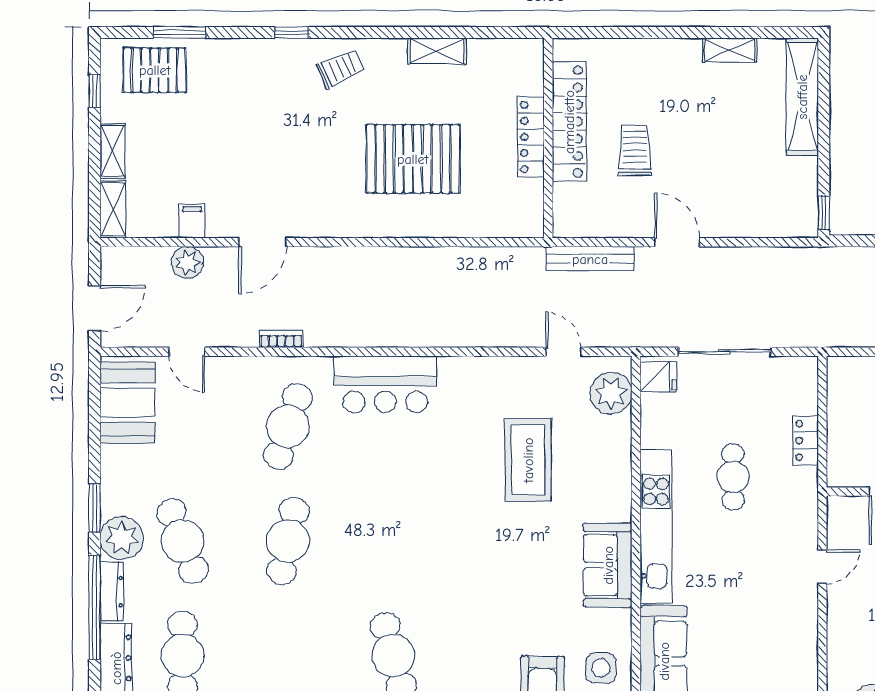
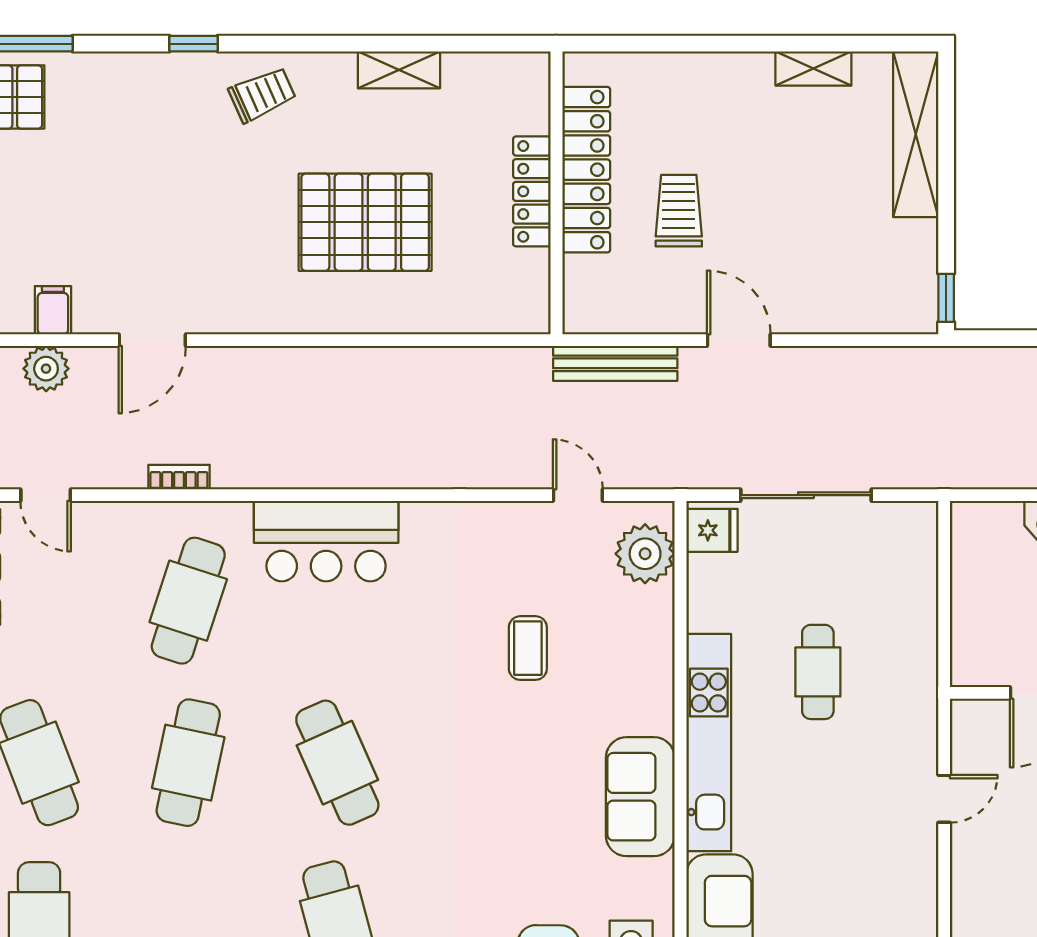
locker: (806, 440) -> (920, 621), removed
coffee table: (528, 460) -> (528, 648), width x0.54, depth x0.58
cafe table: (393, 541) -> (337, 763), added

